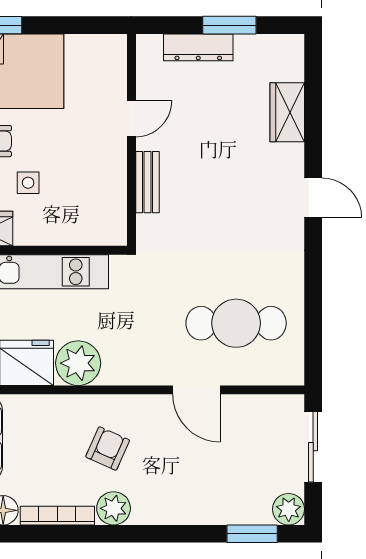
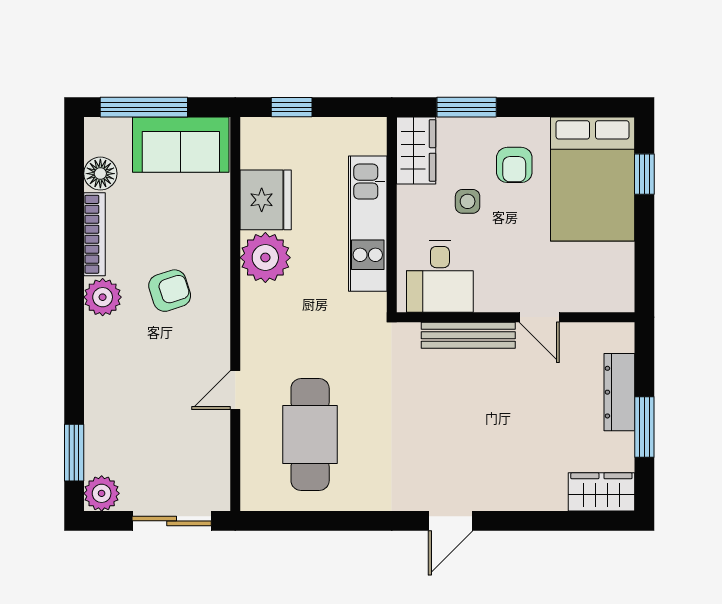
wardrobe: (287, 112) -> (601, 492), moved
bench: (148, 182) -> (468, 335), width x1.36
desk: (95, 207) -> (440, 276), added
door: (196, 390) -> (235, 390), width x0.73
armchair: (108, 448) -> (170, 291), turned -42

